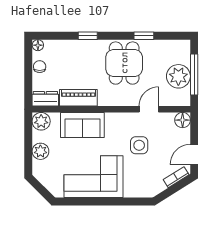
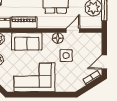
floor lamp: (183, 120) -> (58, 38), moved

